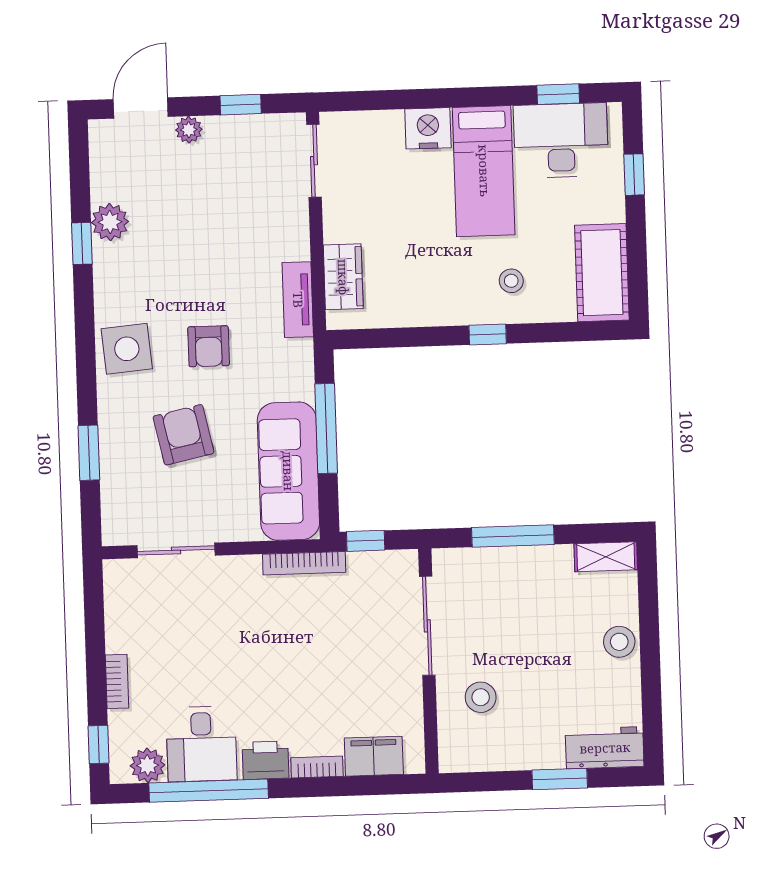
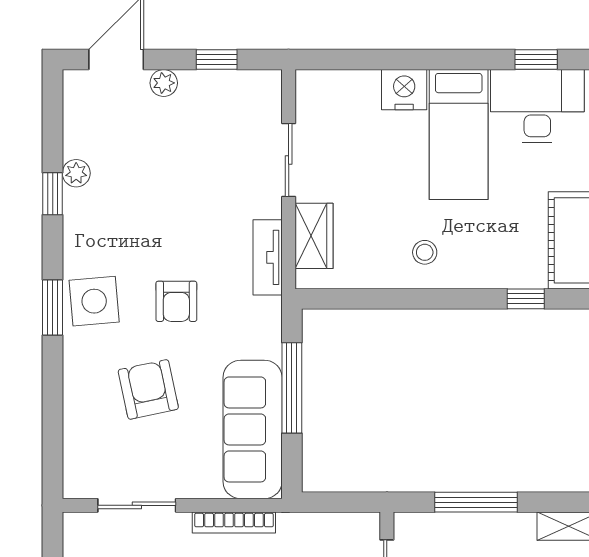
sliding door: (314, 161) -> (289, 160), moved
plant: (110, 222) -> (76, 173), width x0.73, depth x0.73
stool: (511, 281) -> (425, 252), moved
window: (488, 335) -> (526, 299), moved
window: (89, 453) -> (53, 307), moved
window: (366, 541) -> (328, 502), removed
bookcase: (304, 563) -> (234, 523), moved

